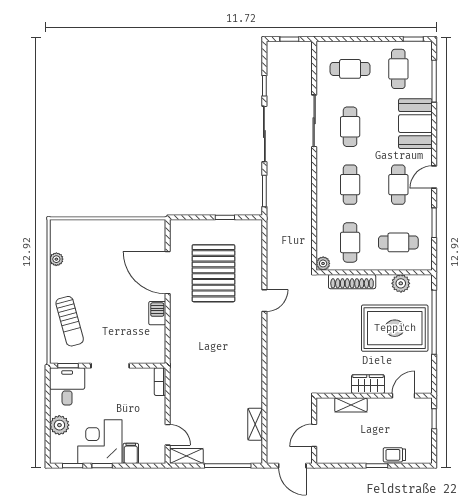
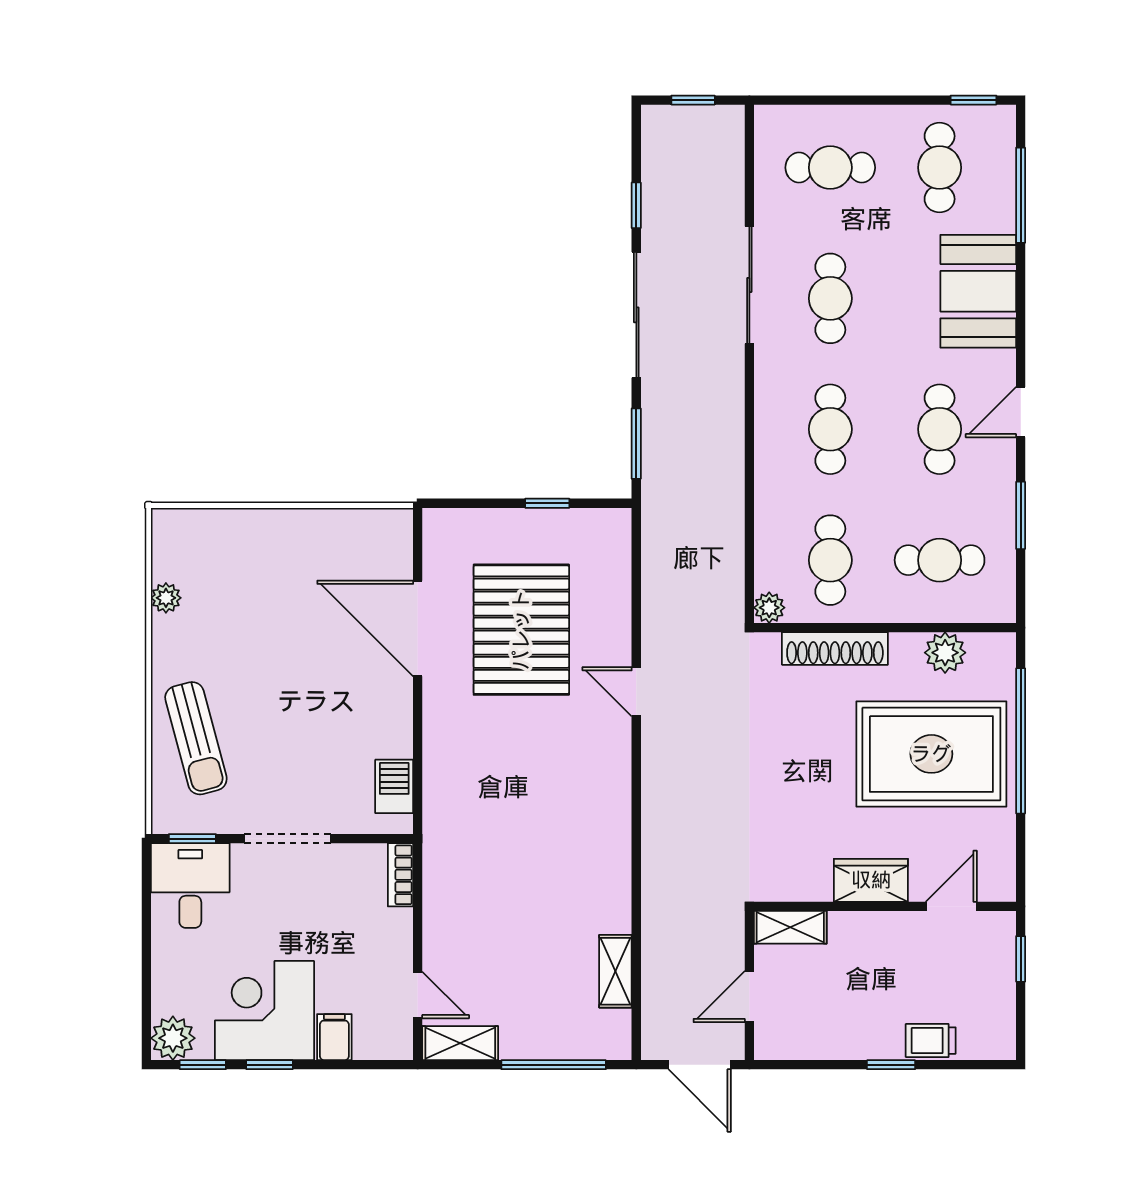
door: (264, 301) -> (636, 692), swing flipped
barbecue: (157, 313) -> (394, 786), moved
shelving: (351, 405) -> (790, 927), moved
plant: (59, 425) -> (173, 1038), moved

